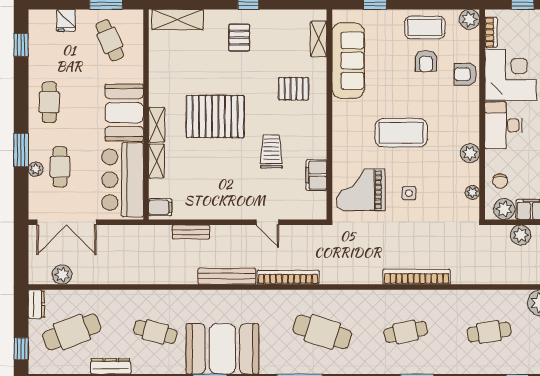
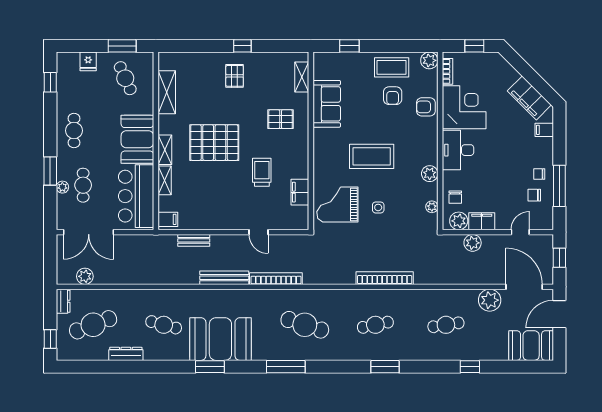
shelving: (178, 20) -> (167, 92), moved, turned 90
sofa: (348, 61) -> (327, 104), width x0.73

